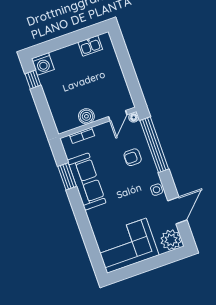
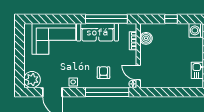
window: (33, 80) -> (171, 19), moved
boiler: (86, 116) -> (146, 38), moved
window: (67, 176) -> (106, 19), width x2.11
corner sofa: (127, 246) -> (54, 39), moved, turned 90

